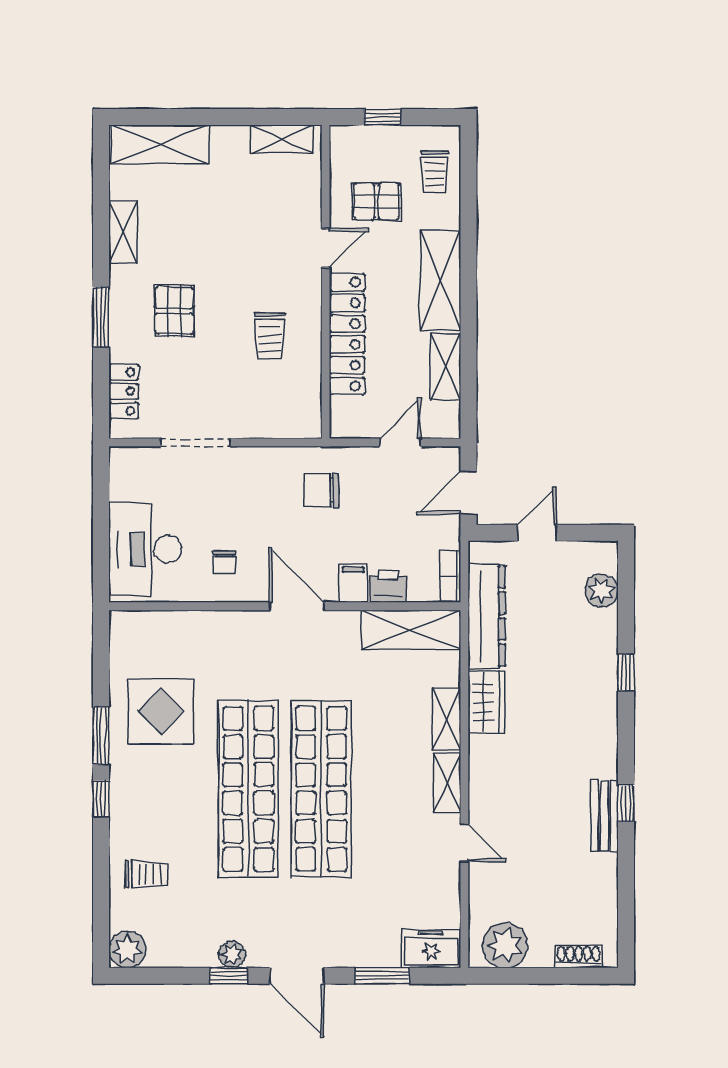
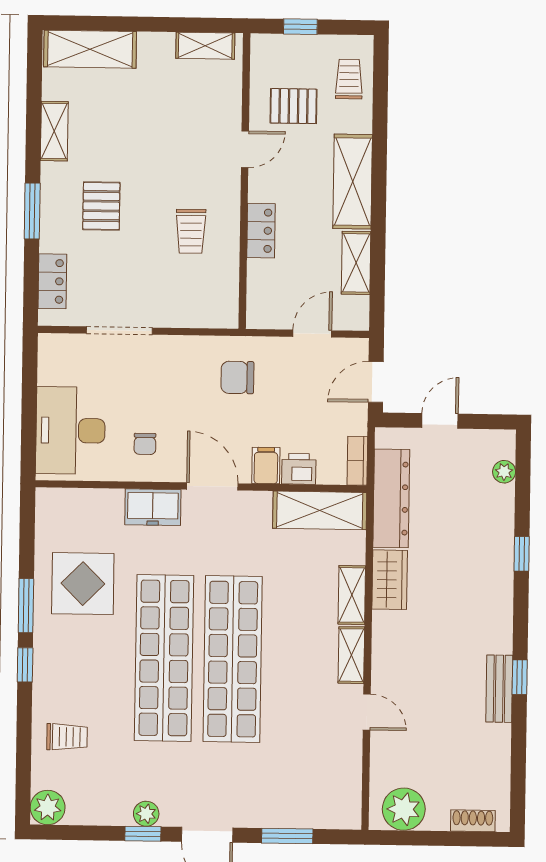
trolley: (435, 172) -> (349, 79), turned 180
locker: (347, 334) -> (261, 231), width x0.46, depth x0.83
plant: (601, 590) -> (504, 472), width x0.73, depth x0.73
freezer: (431, 949) -> (153, 507), moved, turned 180

